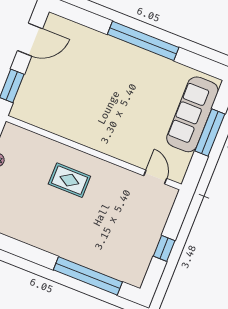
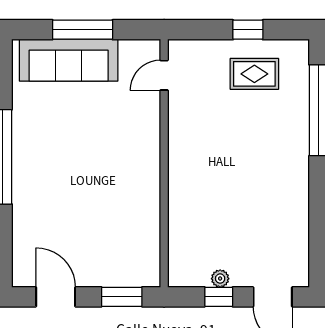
rug: (69, 180) -> (254, 74), moved, turned 90

